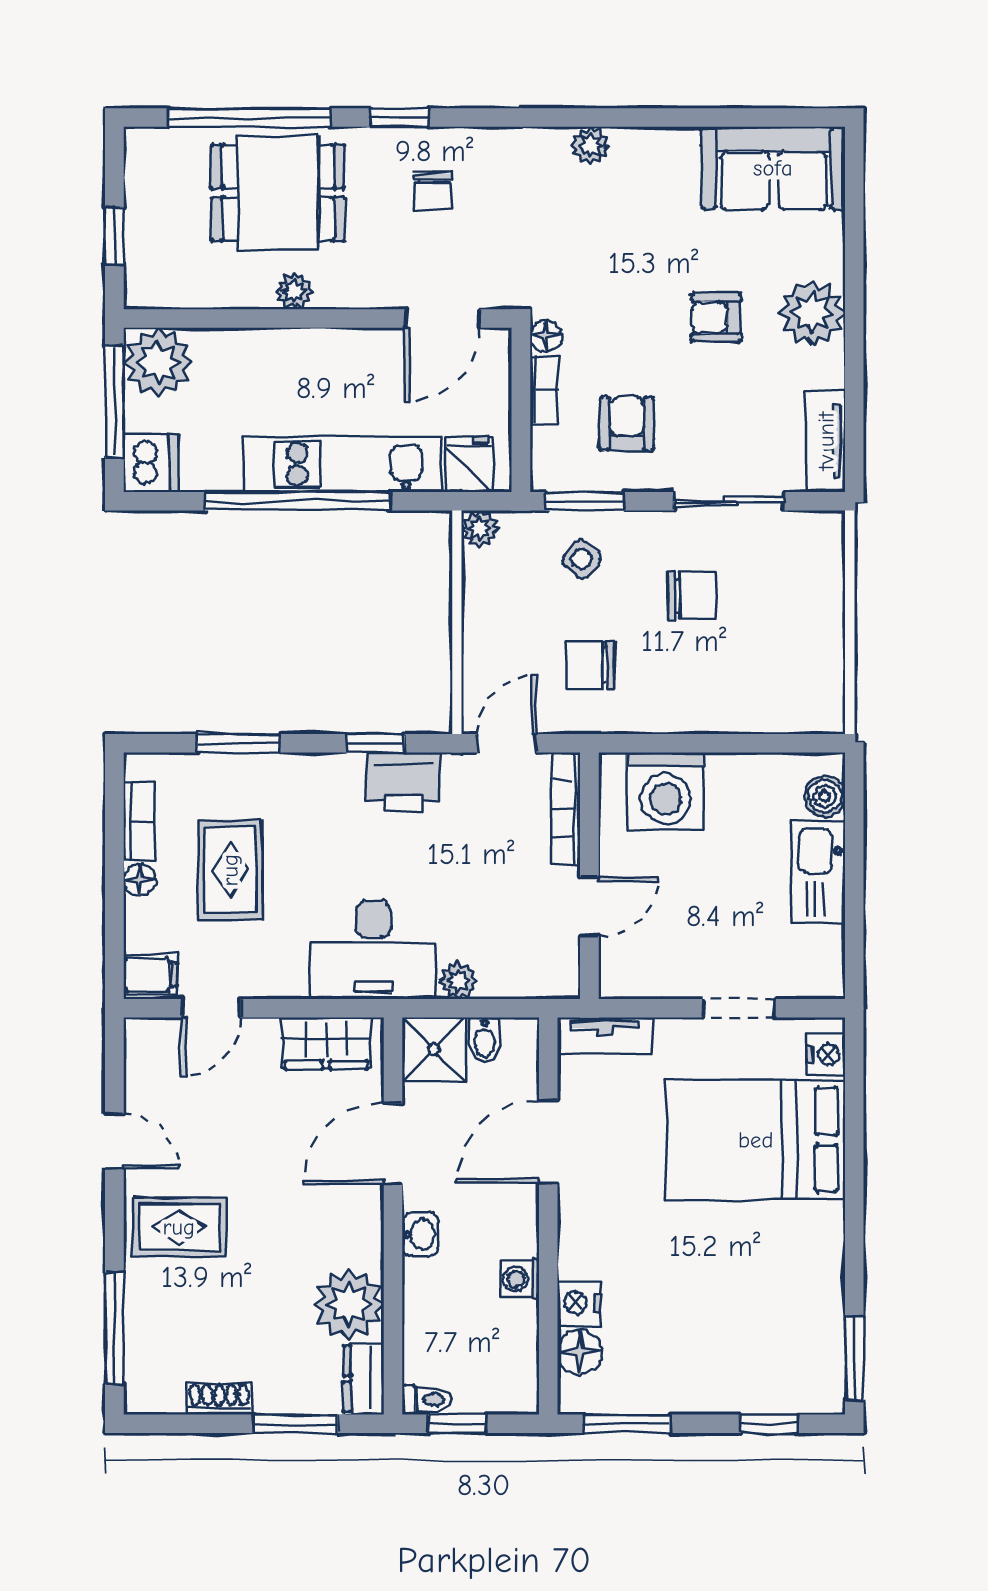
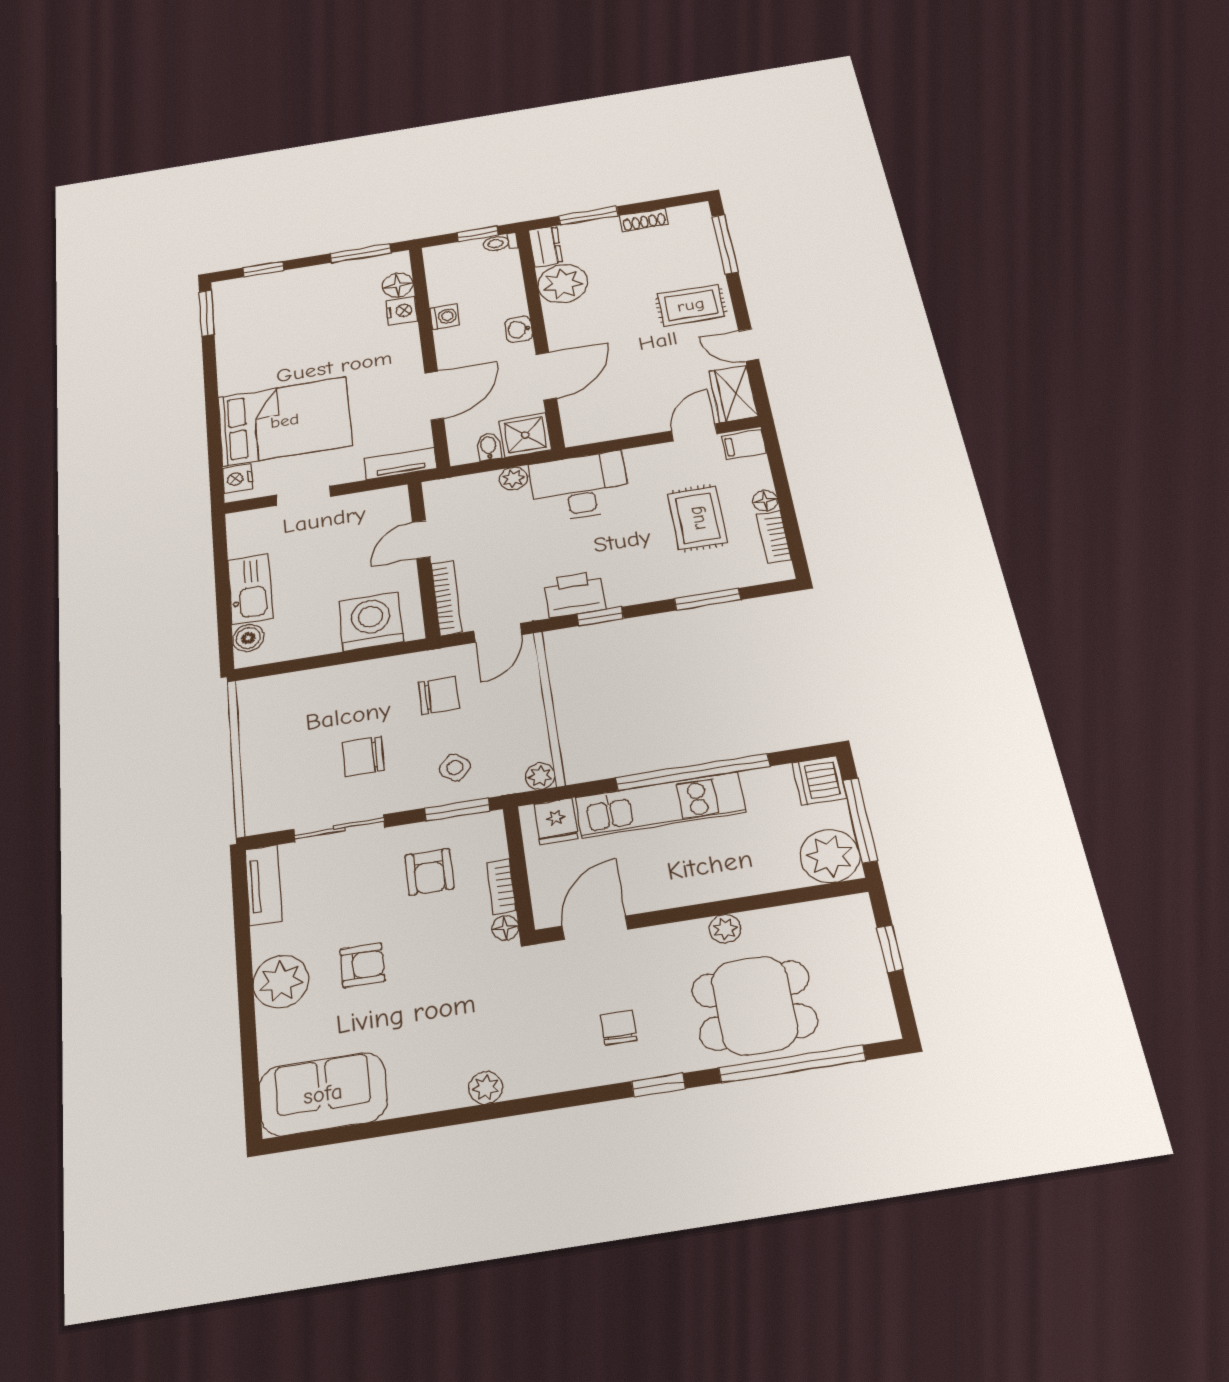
wardrobe: (326, 1043) -> (733, 394), moved, turned -90

